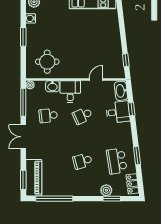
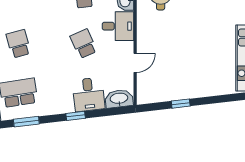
window: (126, 60) -> (181, 104), moved
door: (96, 80) -> (135, 63), hinge flipped
window: (132, 109) -> (76, 116), moved

